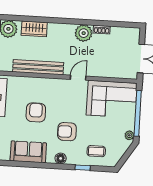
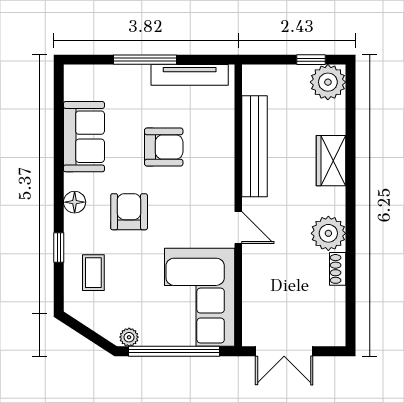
wardrobe: (34, 29) -> (331, 161), moved

